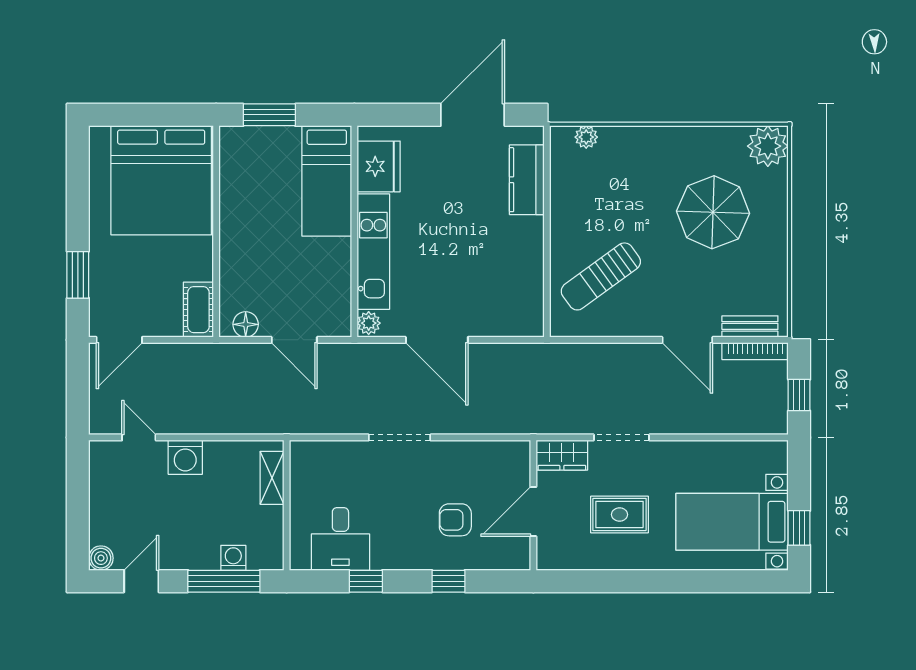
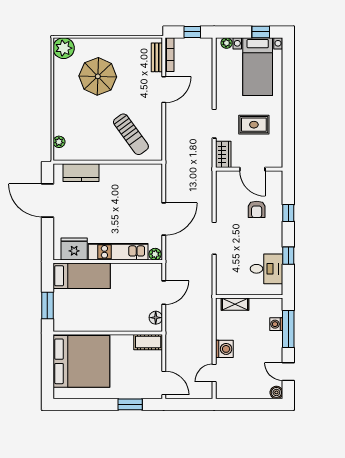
plant: (778, 462) -> (227, 43), added
rug: (620, 515) -> (254, 125), turned 90

